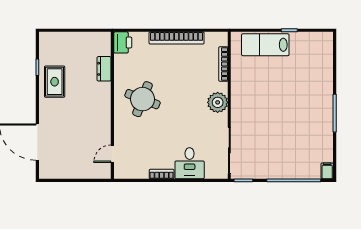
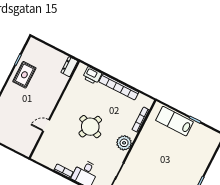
printer: (123, 42) -> (92, 76), moved, turned 90
dresser: (104, 69) -> (69, 67), moved
round table: (142, 99) -> (90, 127), moved
door: (112, 154) -> (46, 126), moved

